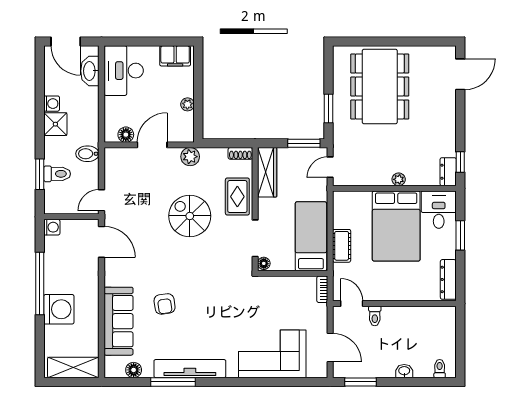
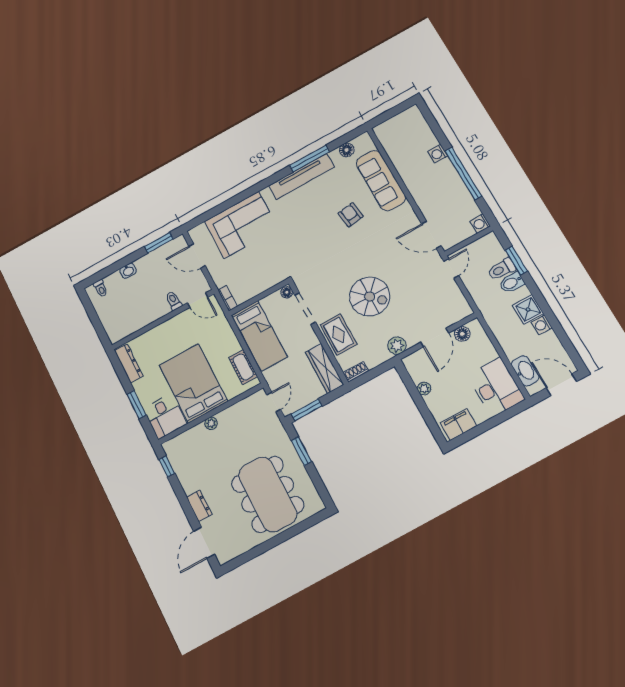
bidet: (87, 154) -> (512, 283), moved, turned 180
dresser: (448, 172) -> (199, 506), moved
cot: (342, 246) -> (243, 367), moved
washing machine: (59, 309) -> (438, 154), width x0.53, depth x0.53
shelving: (73, 367) -> (397, 124), removed

